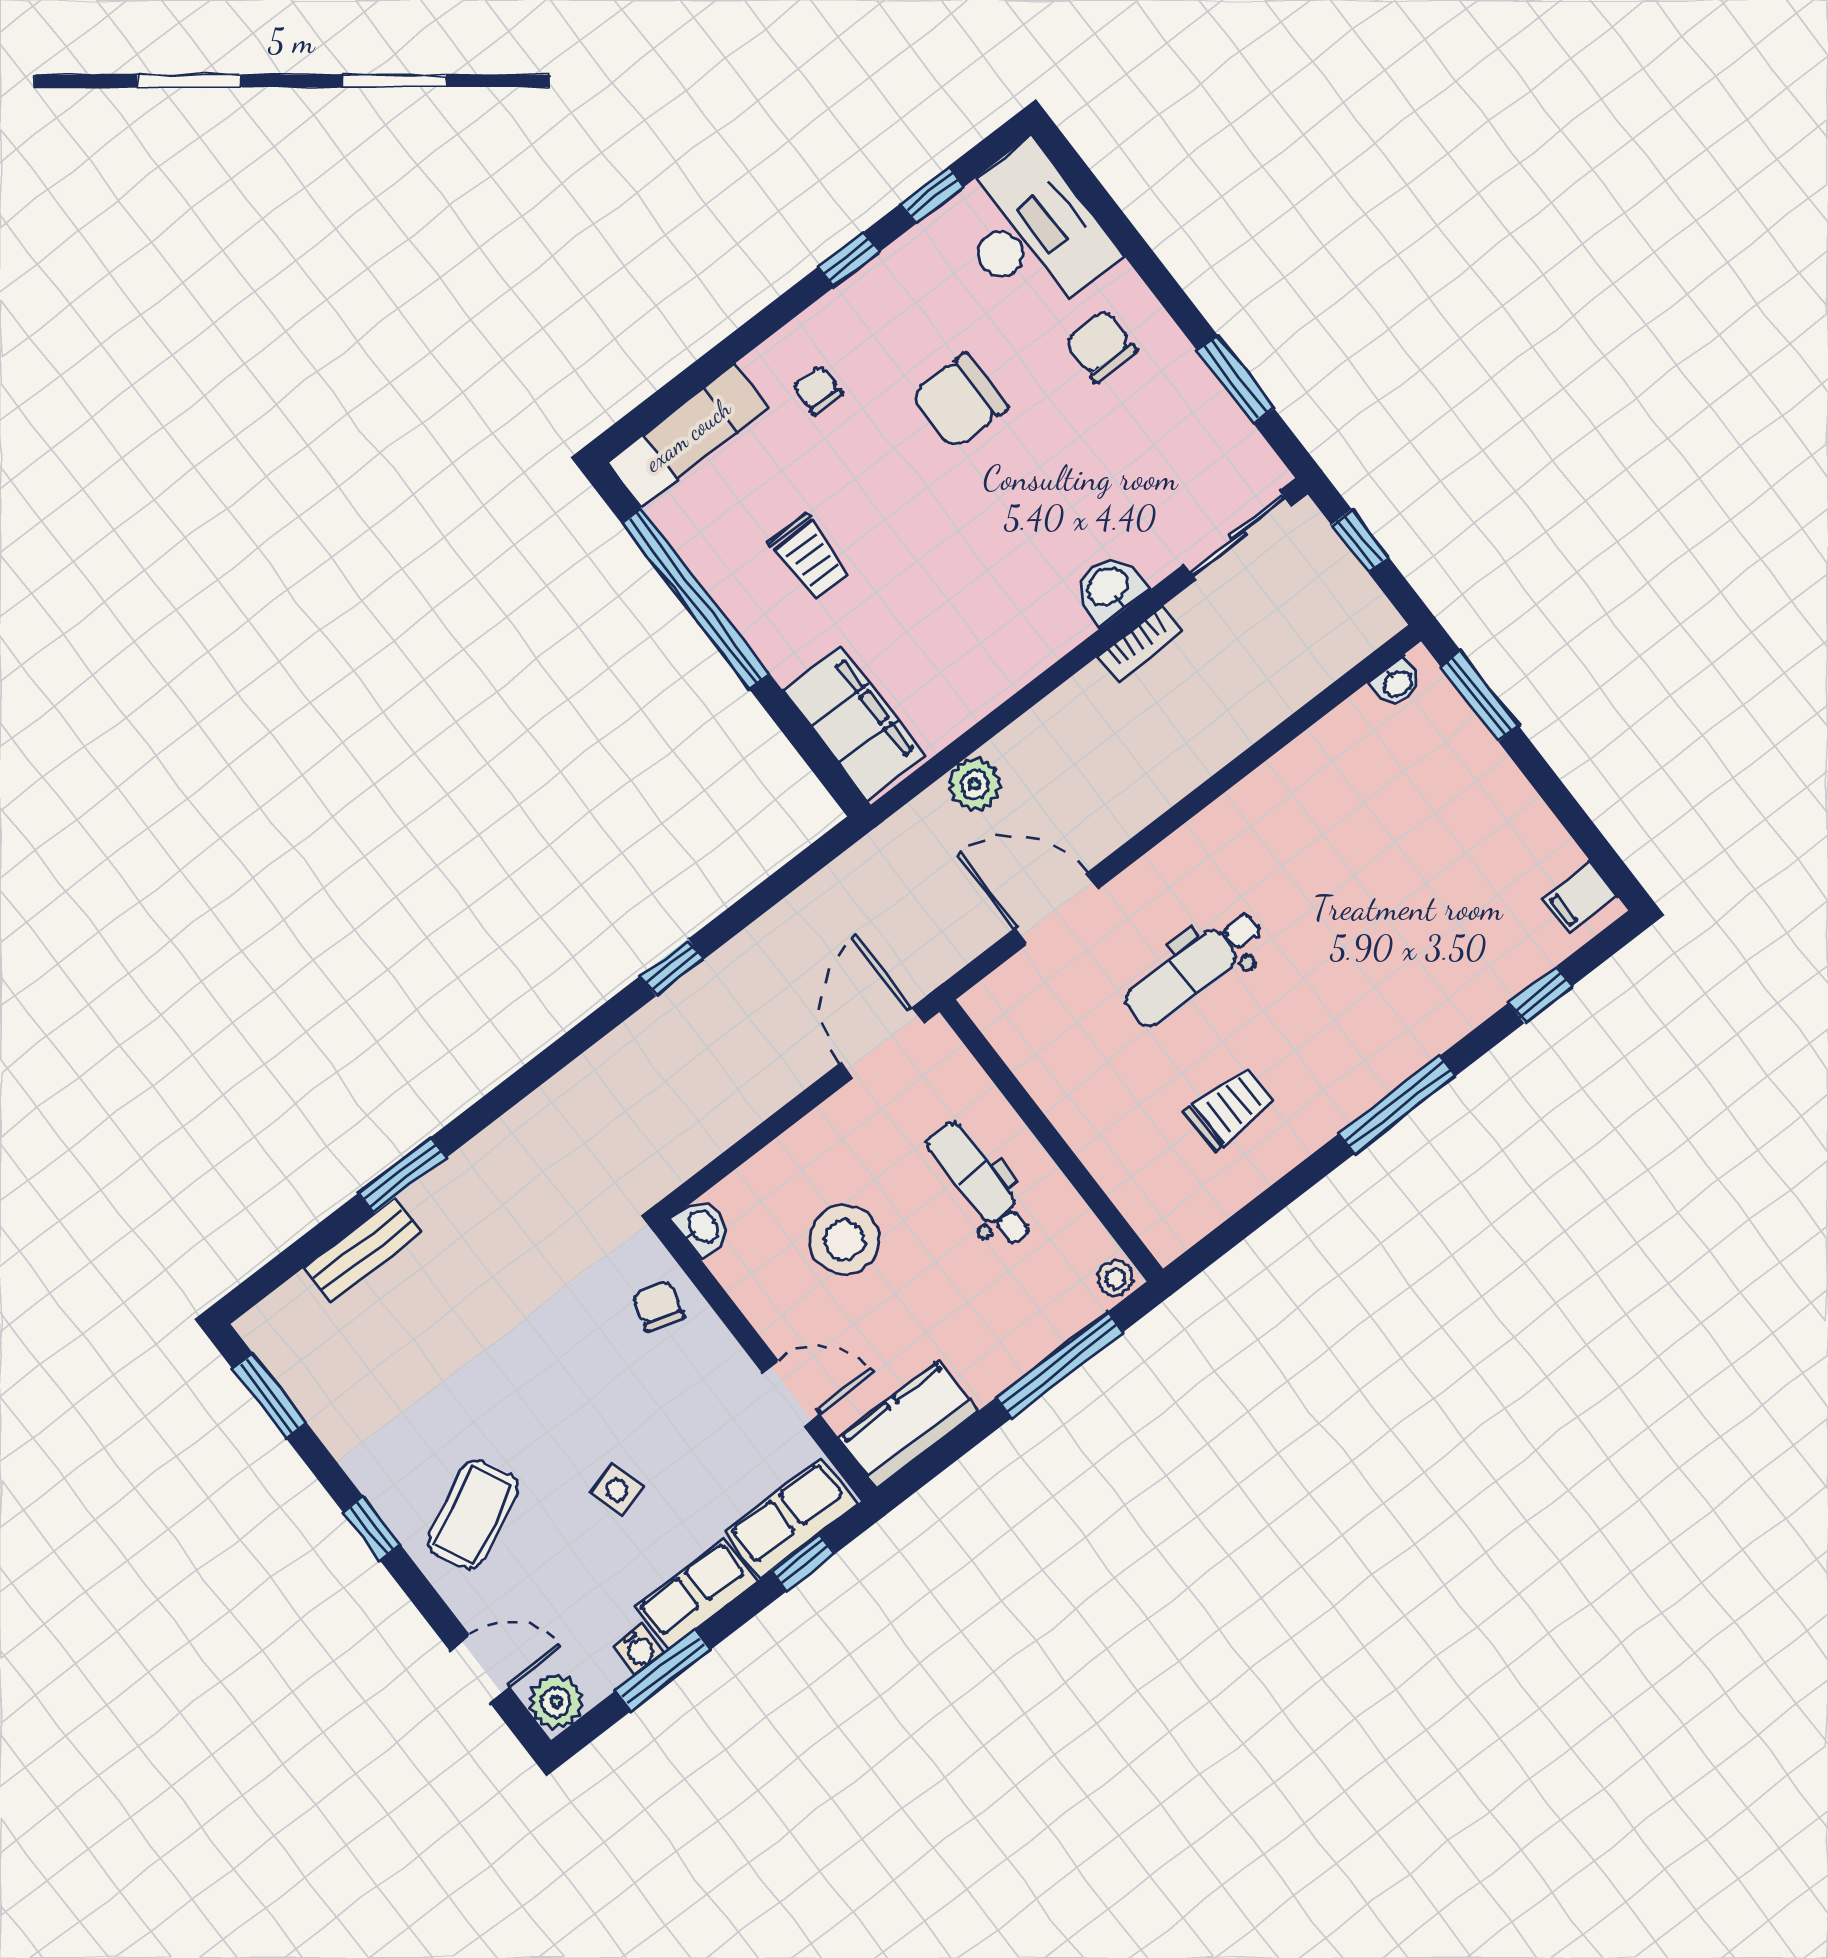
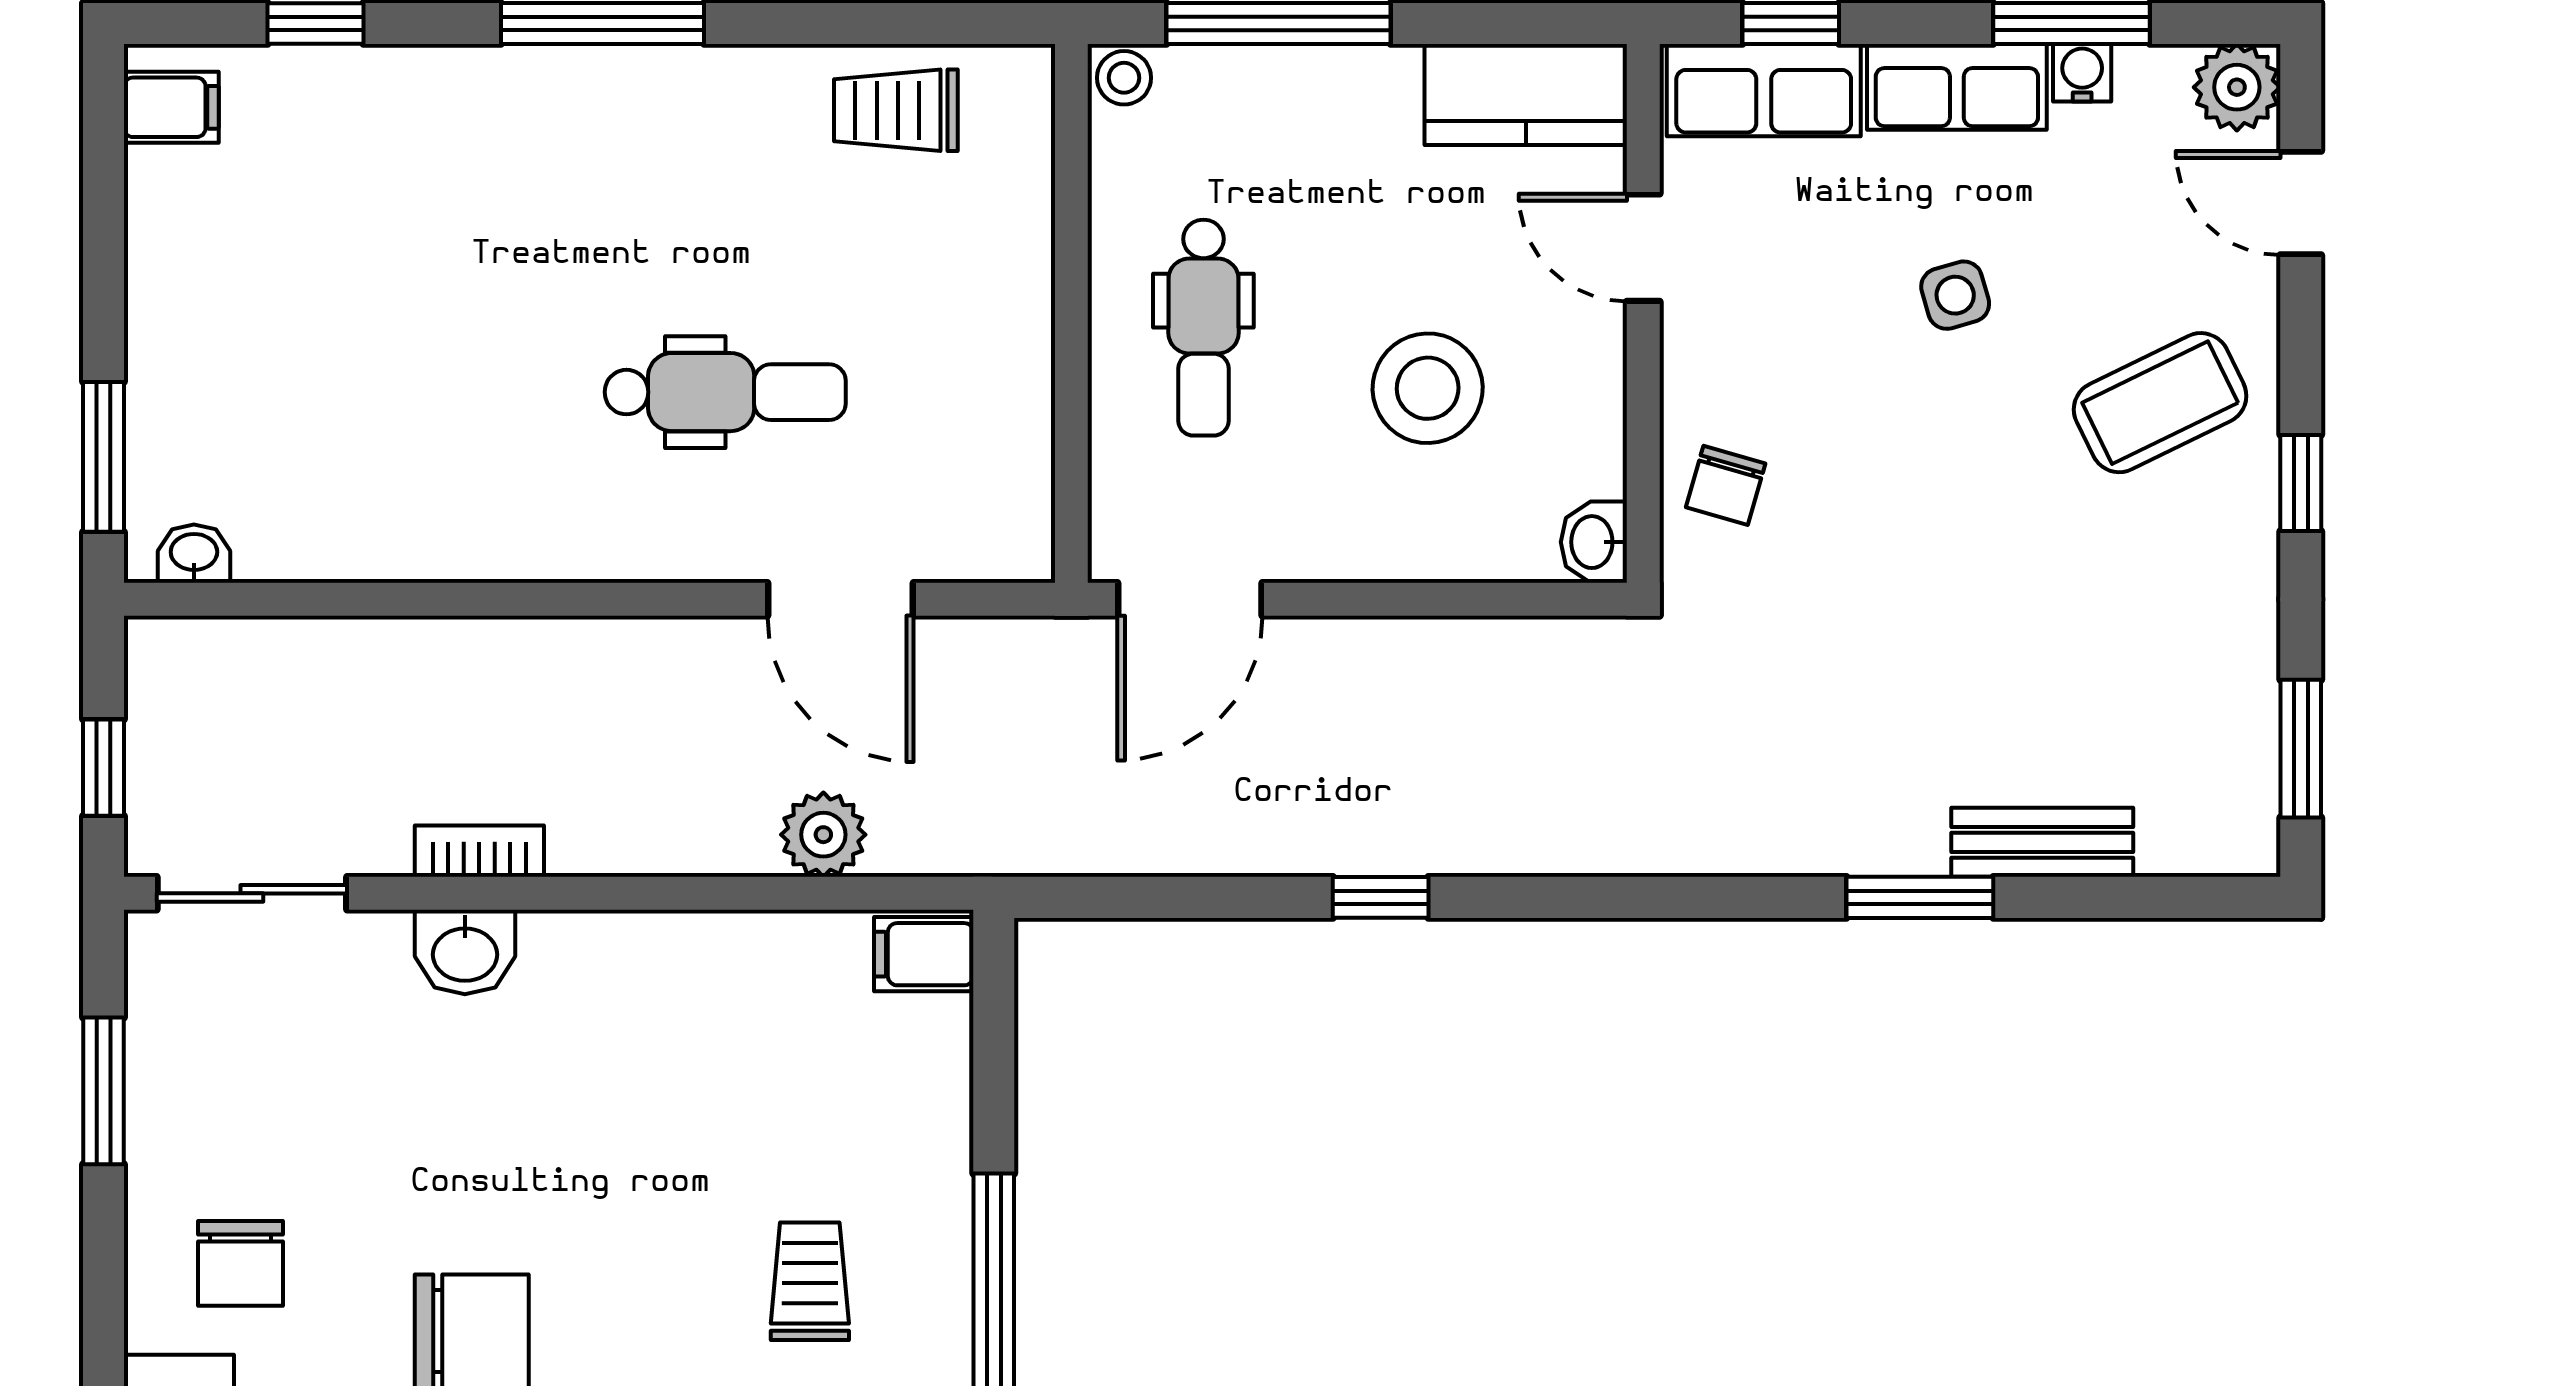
filing cabinet: (854, 723) -> (924, 954), width x0.33, depth x0.86
trolley: (1230, 1107) -> (896, 110), moved

